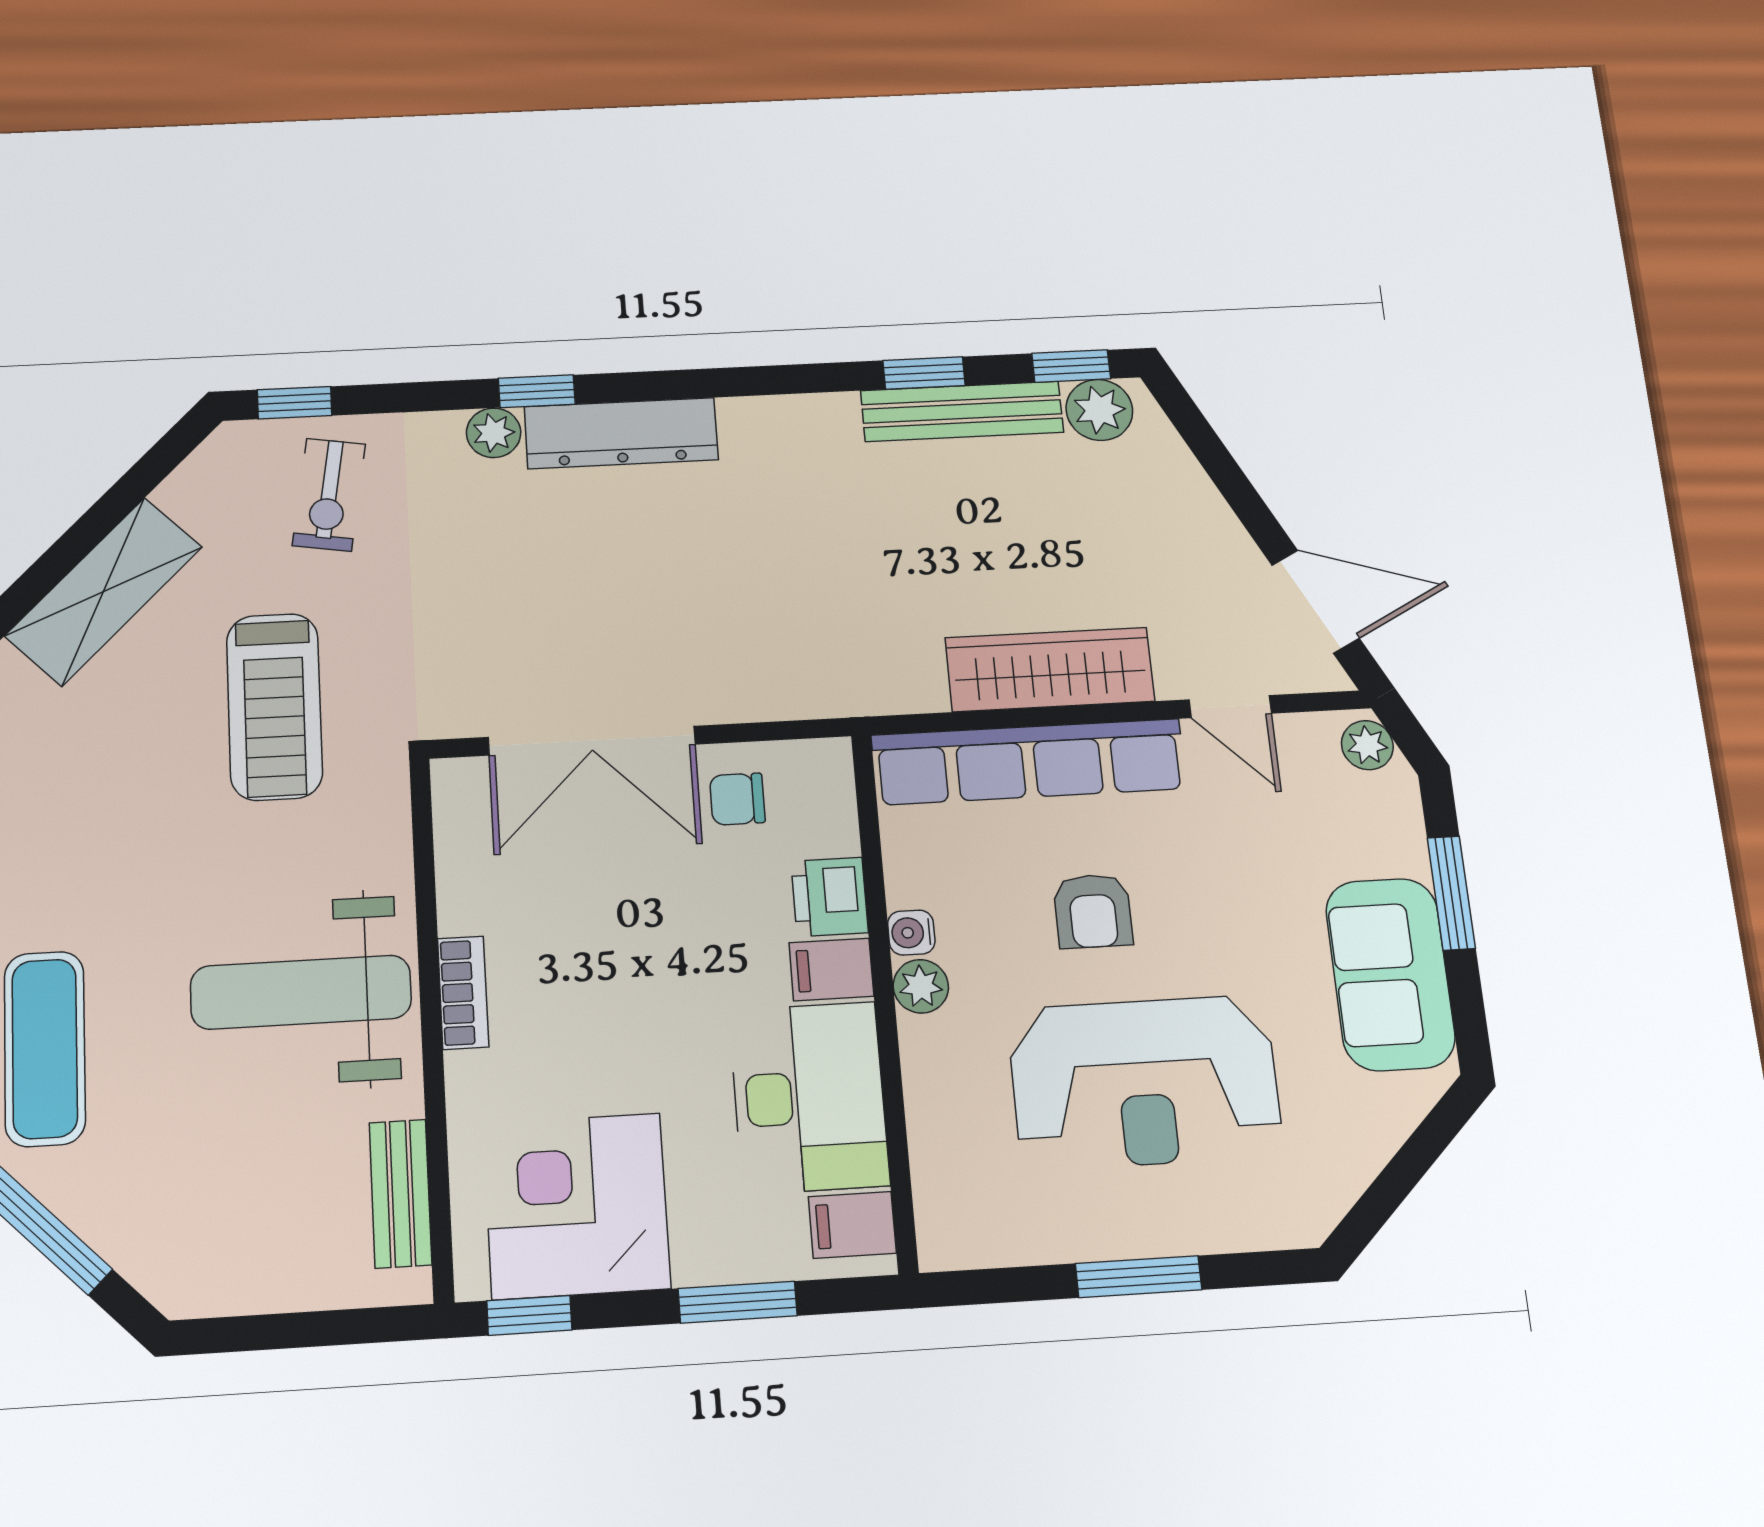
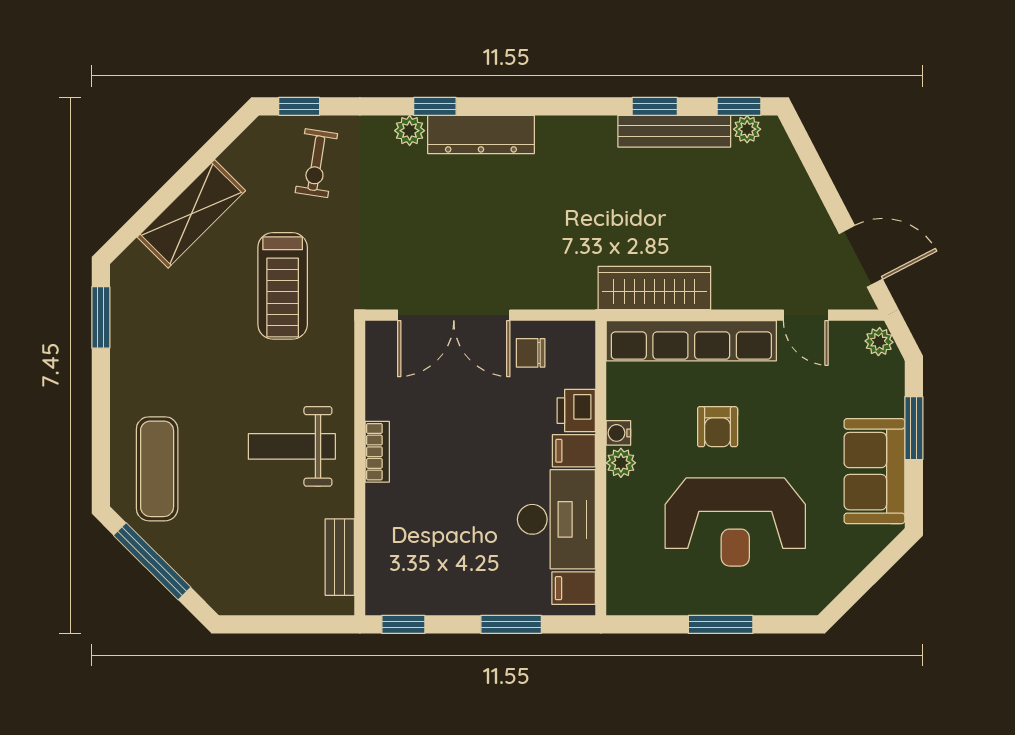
plant: (1099, 410) -> (747, 129), width x0.73, depth x0.73
wardrobe: (1050, 669) -> (654, 288), moved
weight bench: (301, 992) -> (292, 446), width x0.73, depth x0.75
corner desk: (576, 1206) -> (431, 569), removed

